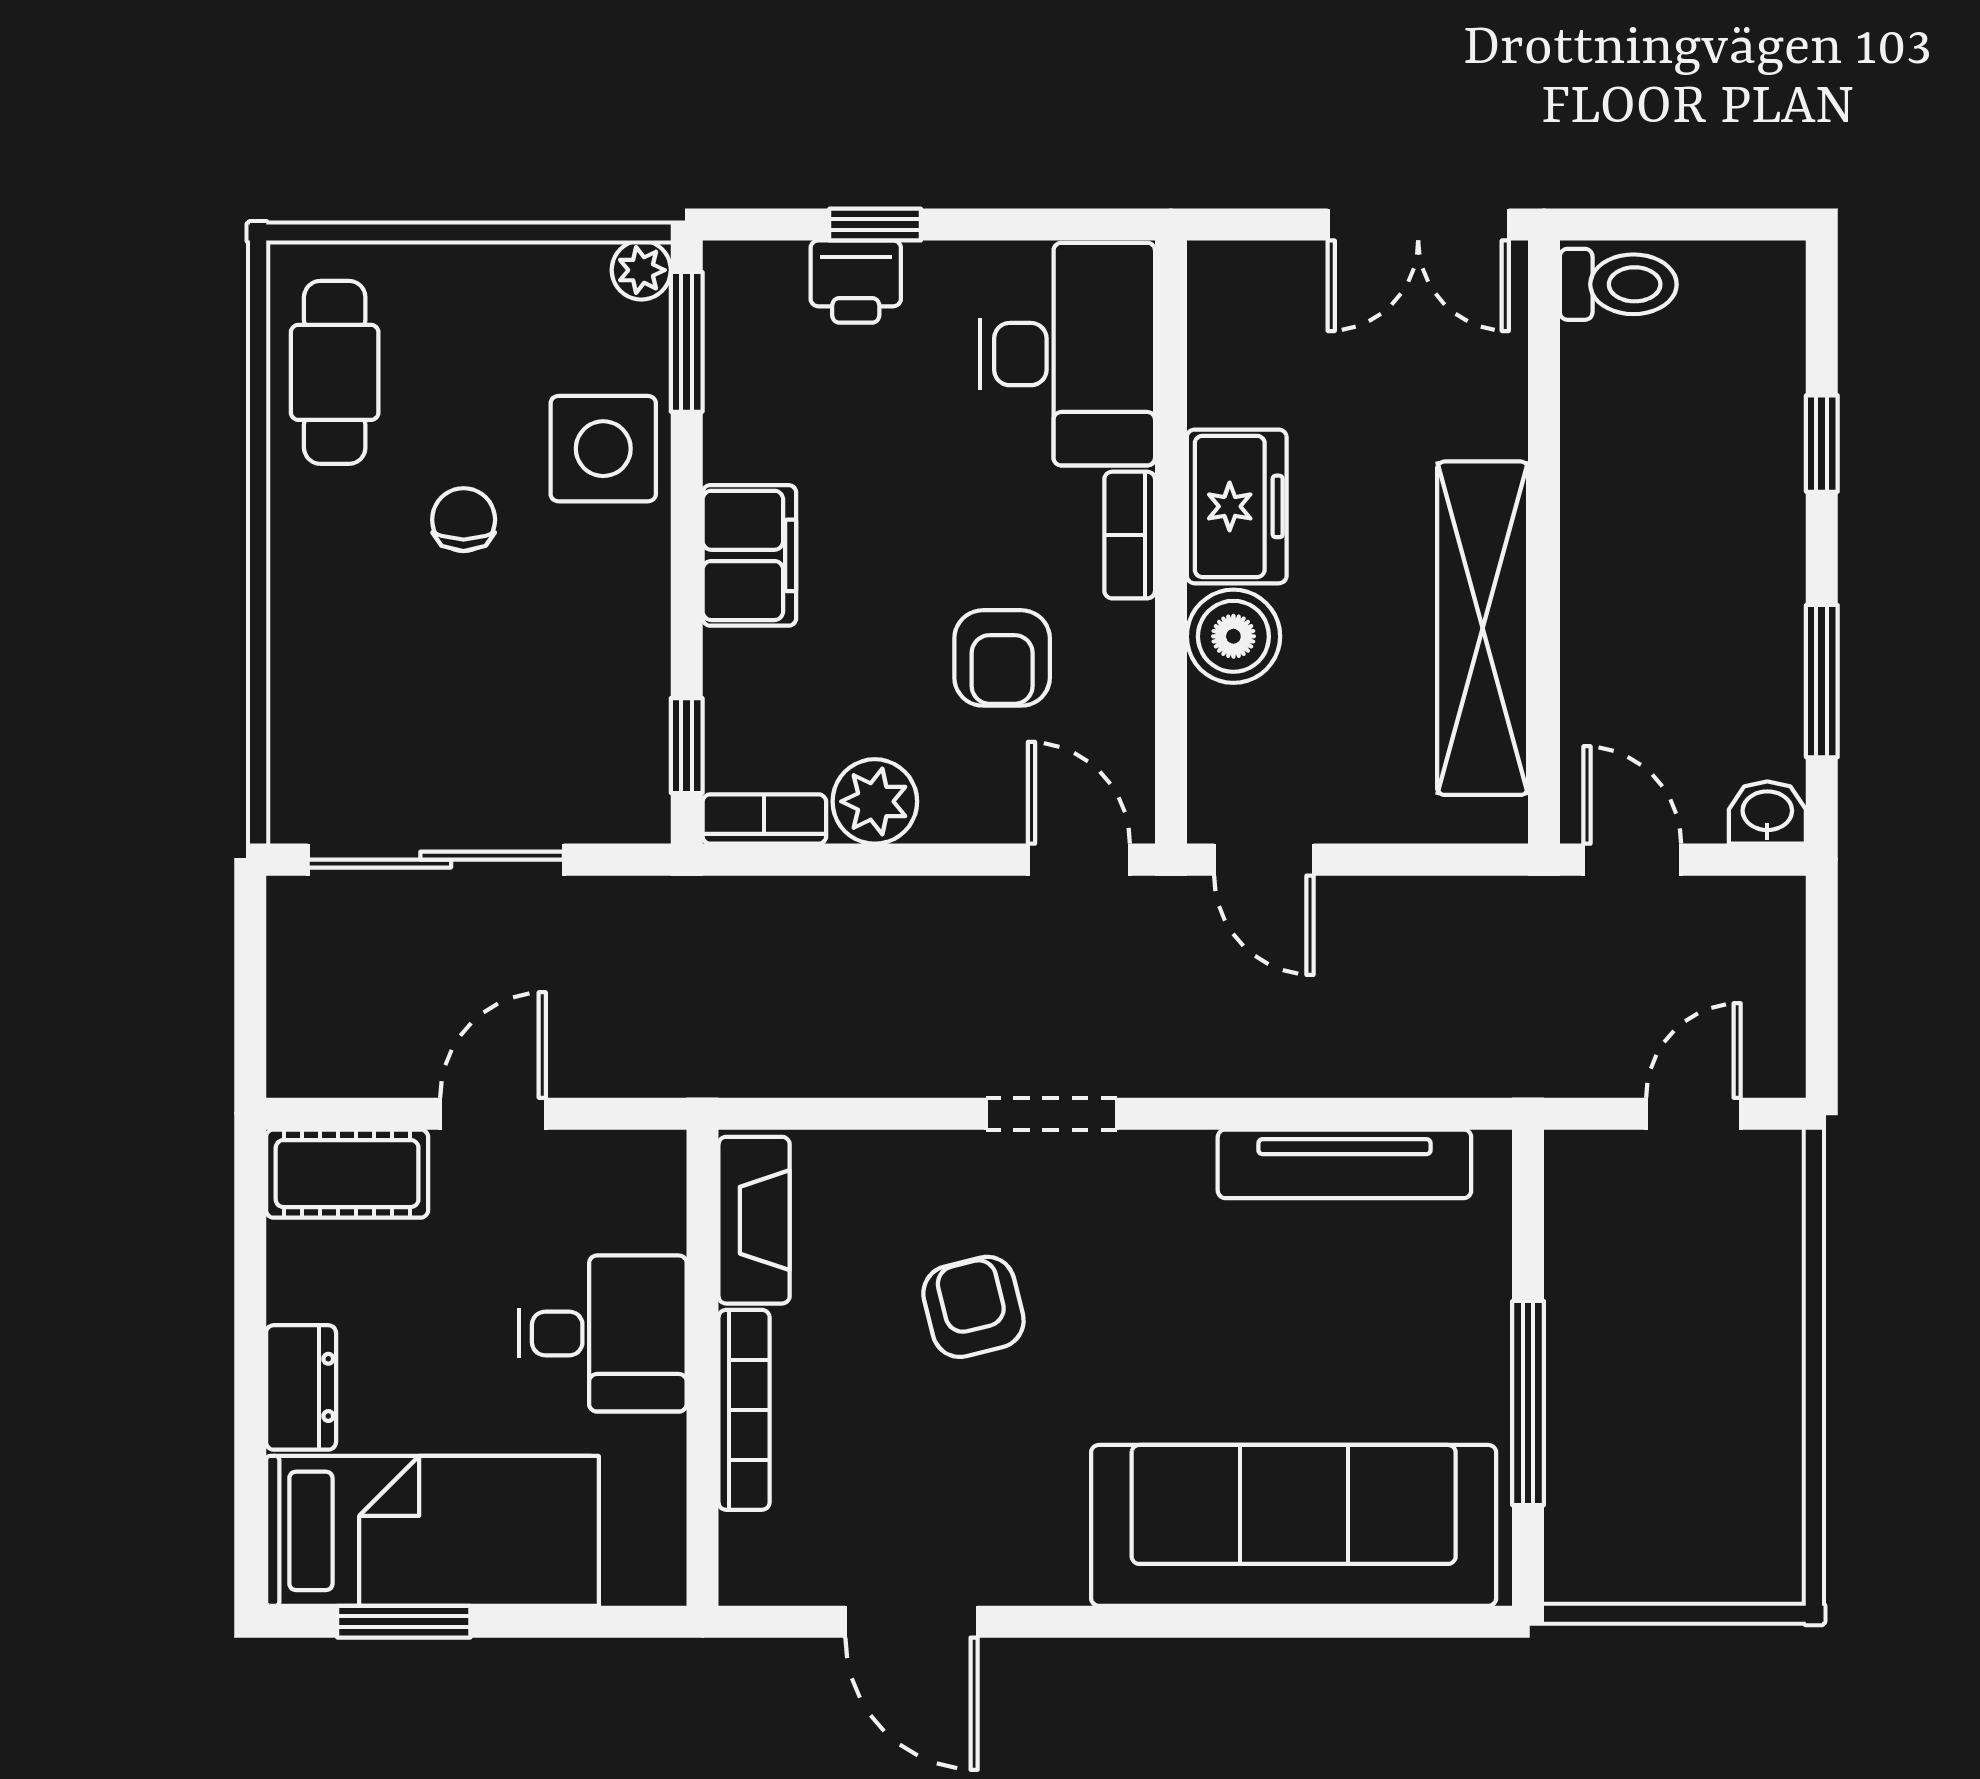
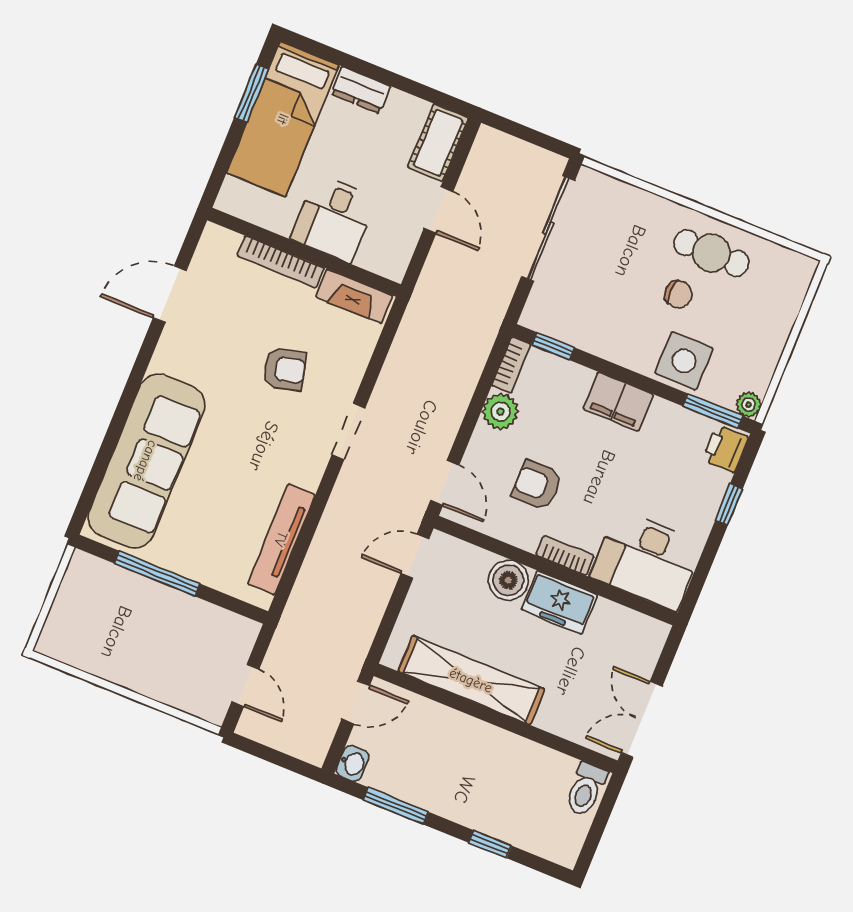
printer: (856, 282) -> (725, 449), moved
cafe table: (335, 372) -> (711, 253), moved
door: (1079, 860) -> (445, 483), hinge flipped

